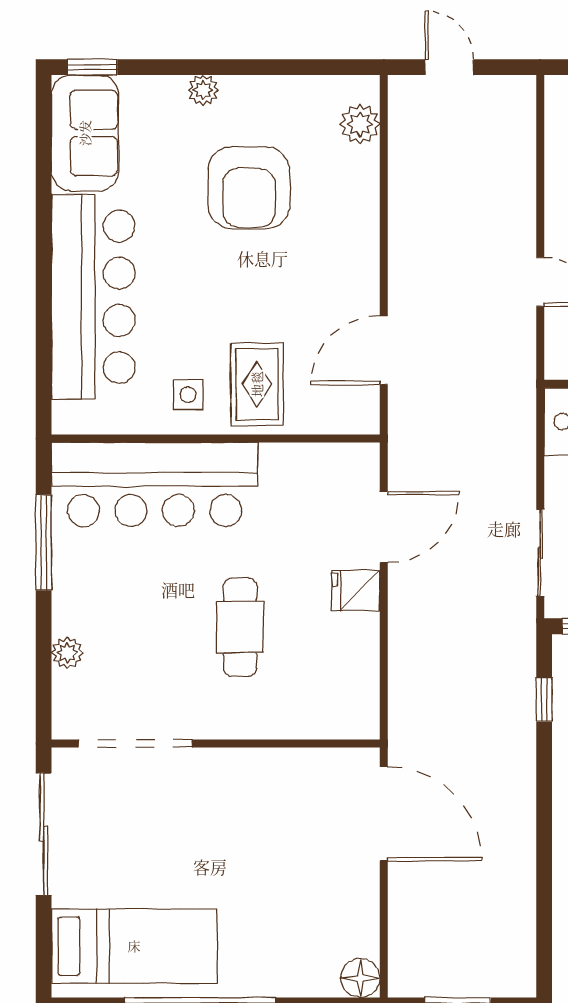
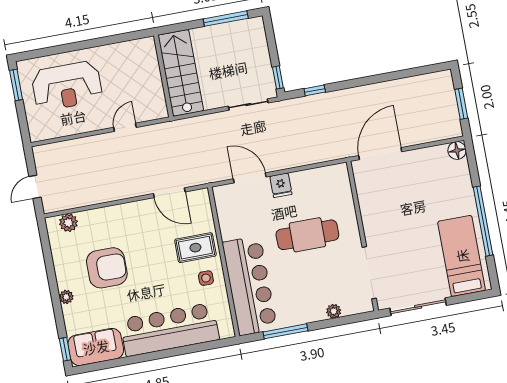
cafe table: (240, 627) -> (307, 235), width x1.37, depth x1.35

